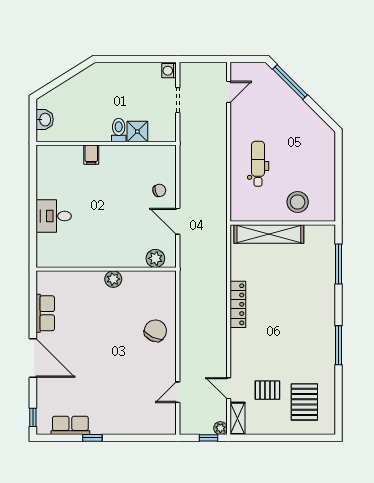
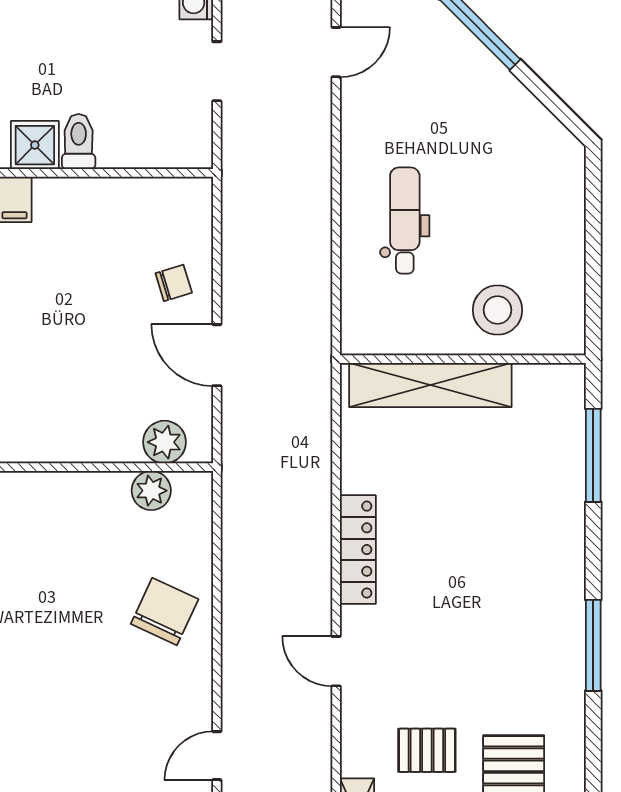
shower: (137, 132) -> (35, 145), moved
plant: (113, 279) -> (151, 491), moved
door: (229, 388) -> (336, 661), moved

